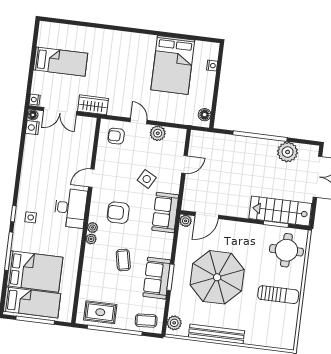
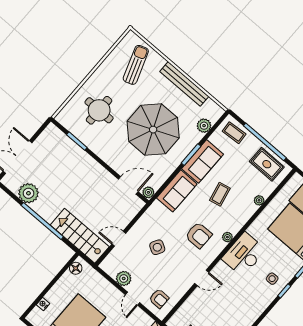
desk: (70, 208) -> (244, 254), moved
stairs: (280, 211) -> (80, 236), moved, turned 180
sofa: (165, 212) -> (177, 191), moved
plant: (91, 239) -> (259, 200), moved
round table: (286, 250) -> (99, 110), moved
sun lounger: (278, 295) -> (136, 65), moved, turned 71
plant: (174, 323) -> (204, 126), moved

